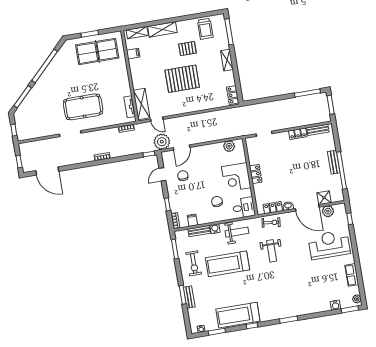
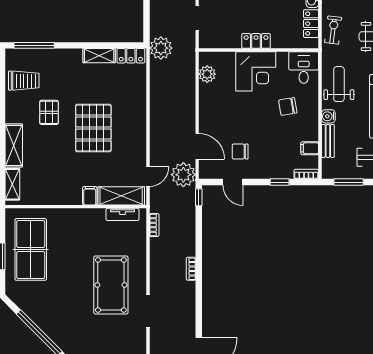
filing cabinet: (133, 54) -> (90, 196), moved
shelving: (227, 60) -> (99, 56), moved
plant: (241, 114) -> (161, 48), added

